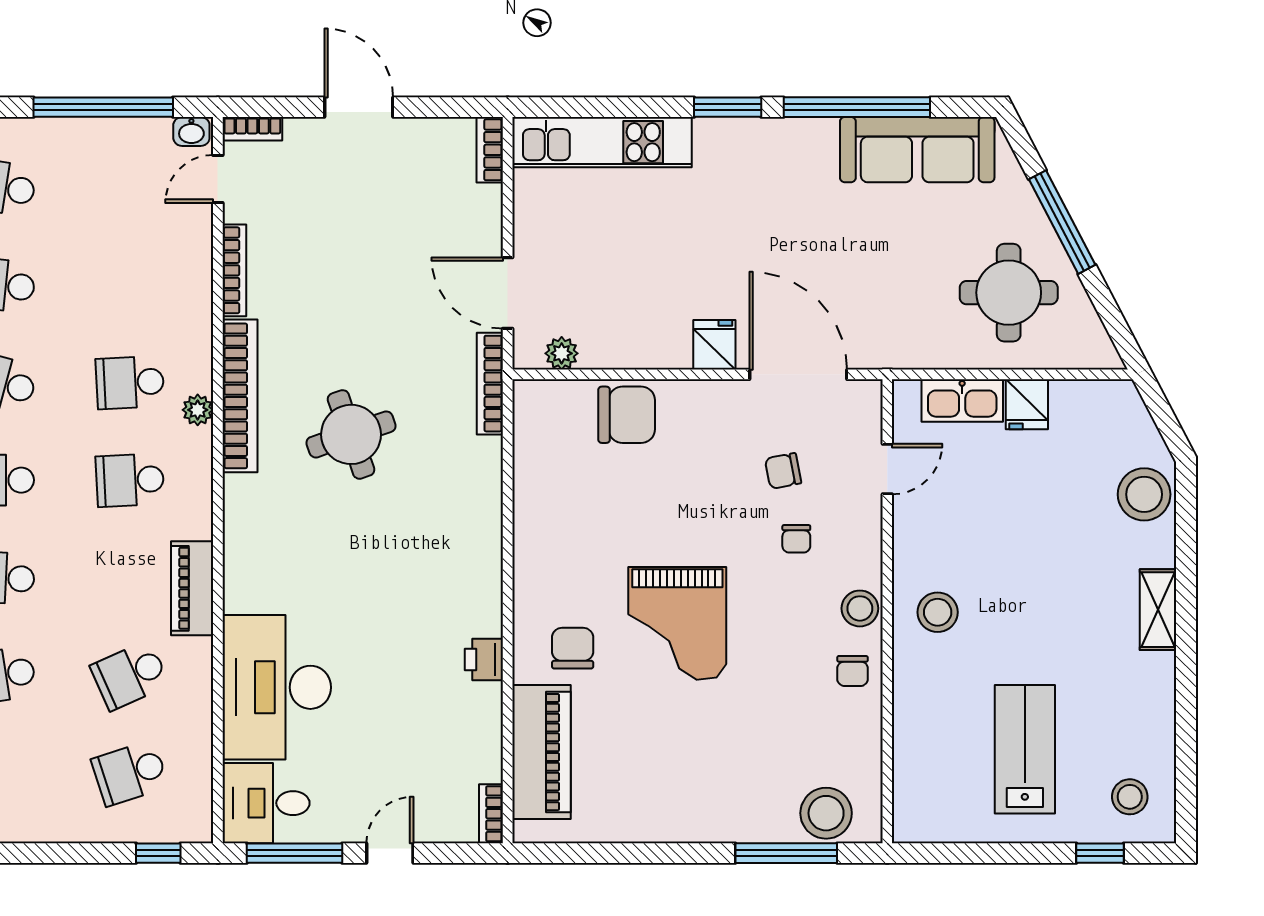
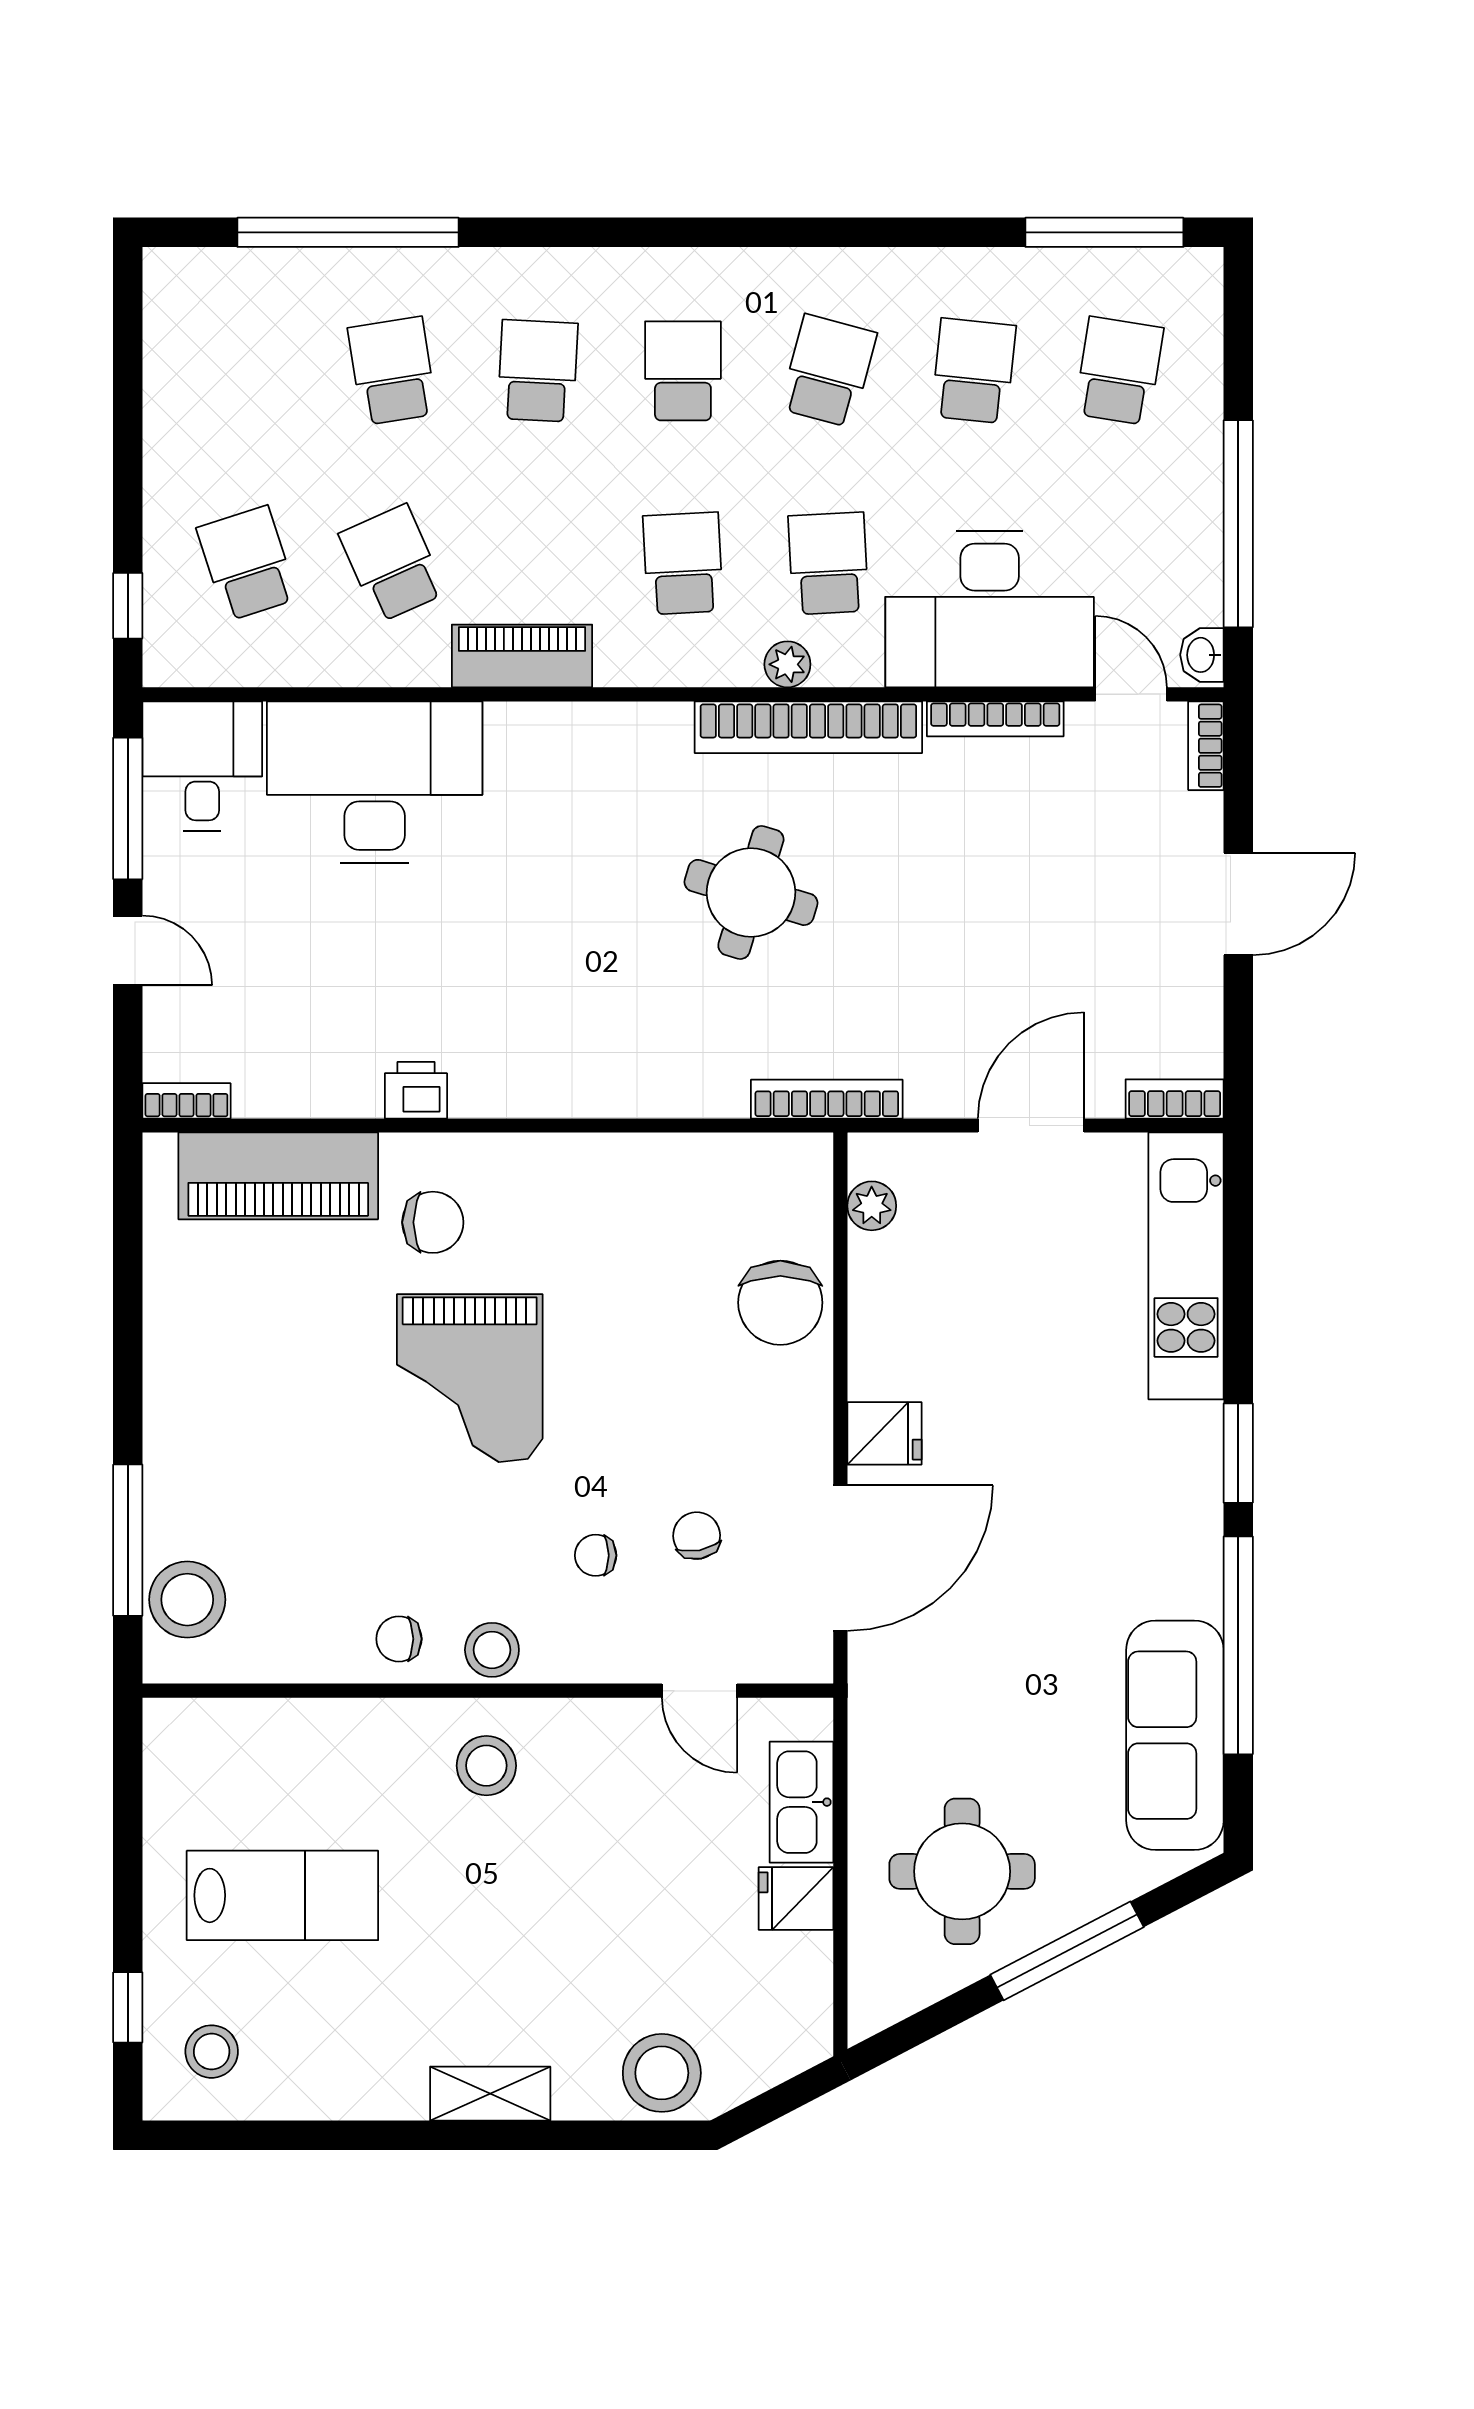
desk: (161, 274) -> (990, 609), added
door: (508, 293) -> (1031, 1126), moved
round table: (351, 434) -> (751, 892), turned 36
grand piano: (677, 623) -> (470, 1378), turned -90

